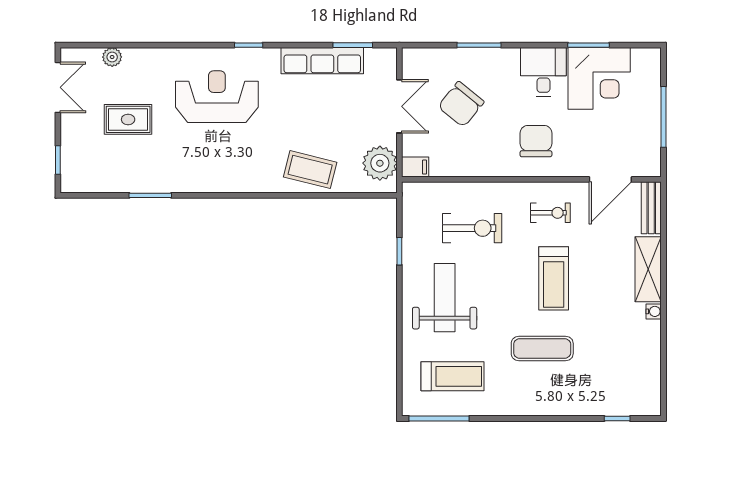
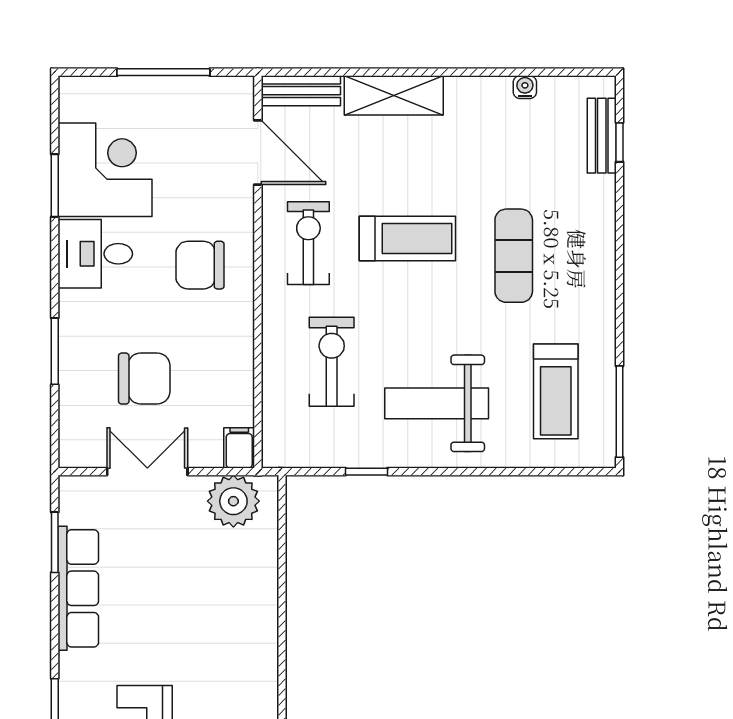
chair: (461, 104) -> (144, 379), turned -39
coffee table: (310, 170) -> (243, 607), removed
exercise bike: (550, 213) -> (308, 243), width x1.38, depth x1.39
water cooler: (654, 311) -> (525, 87), moved
treadmill: (452, 376) -> (556, 391), turned 180
bench: (622, 407) -> (602, 136), added

